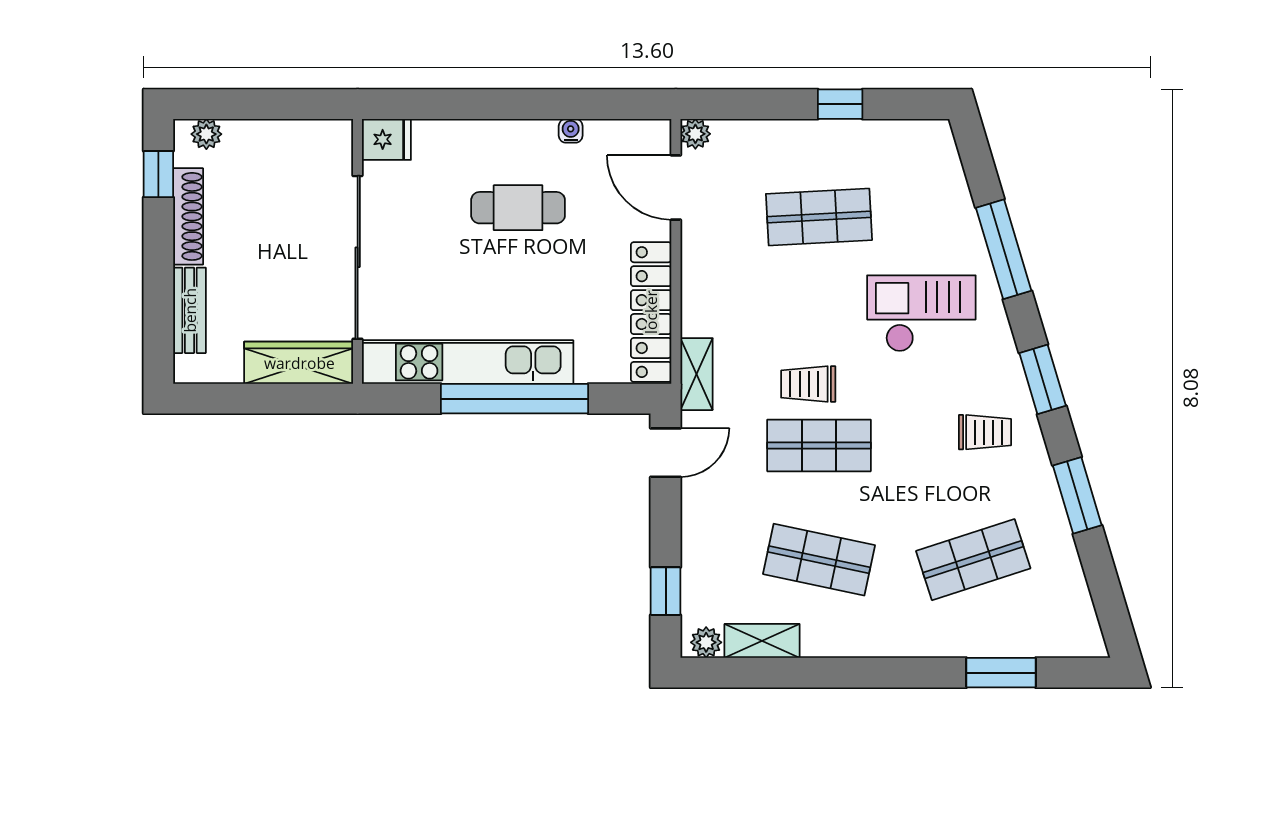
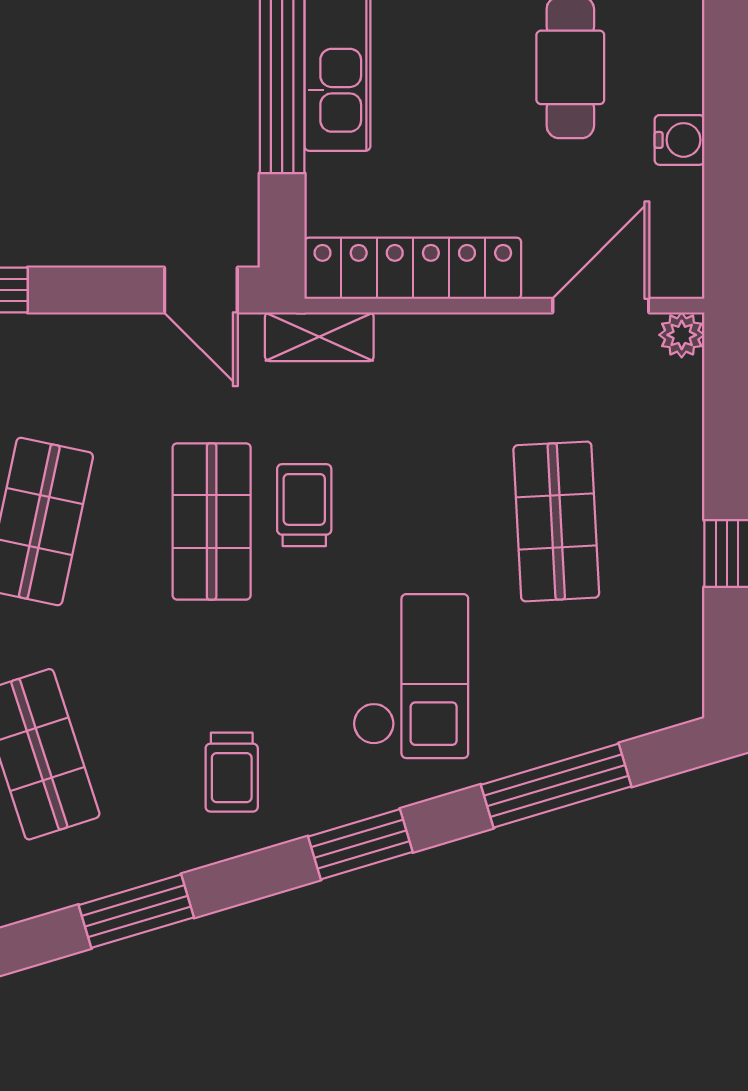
water cooler: (571, 131) -> (680, 140), width x1.38, depth x1.38
window: (1004, 249) -> (556, 786), moved
window: (1043, 379) -> (360, 844), moved

